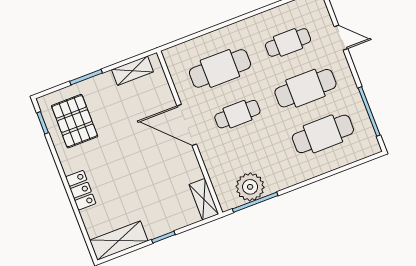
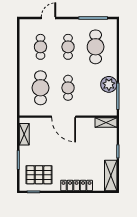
cafe table: (305, 88) -> (68, 47), width x0.73, depth x0.74
door: (187, 125) -> (64, 117), hinge flipped
plant: (250, 187) -> (109, 84), moved
locker: (81, 190) -> (77, 185), width x1.53

